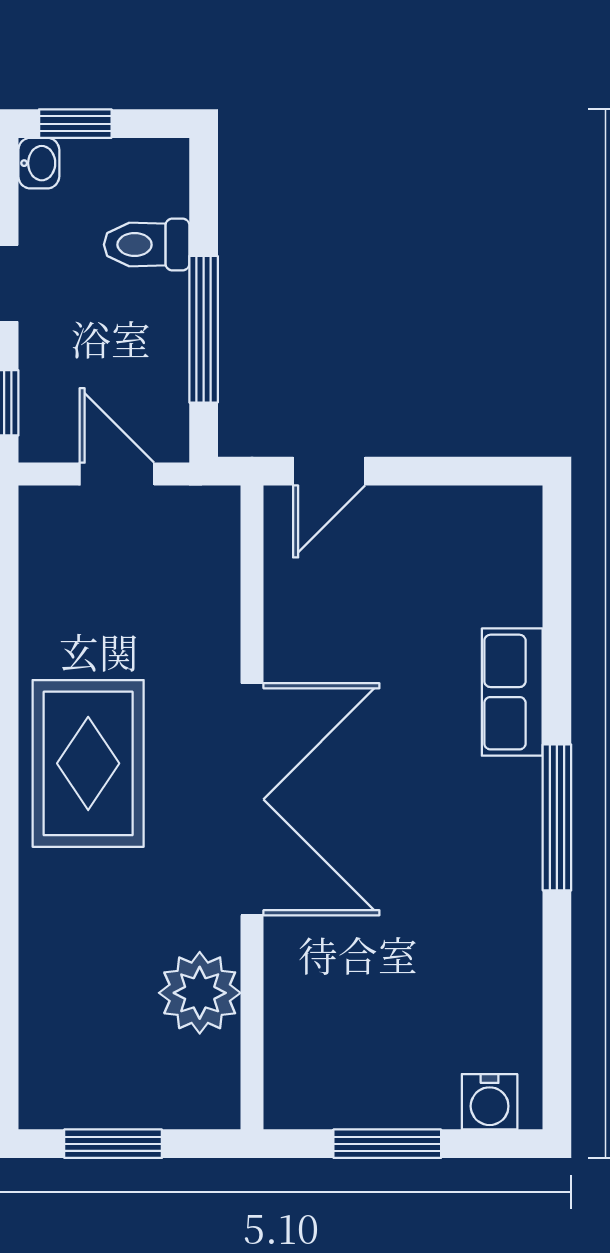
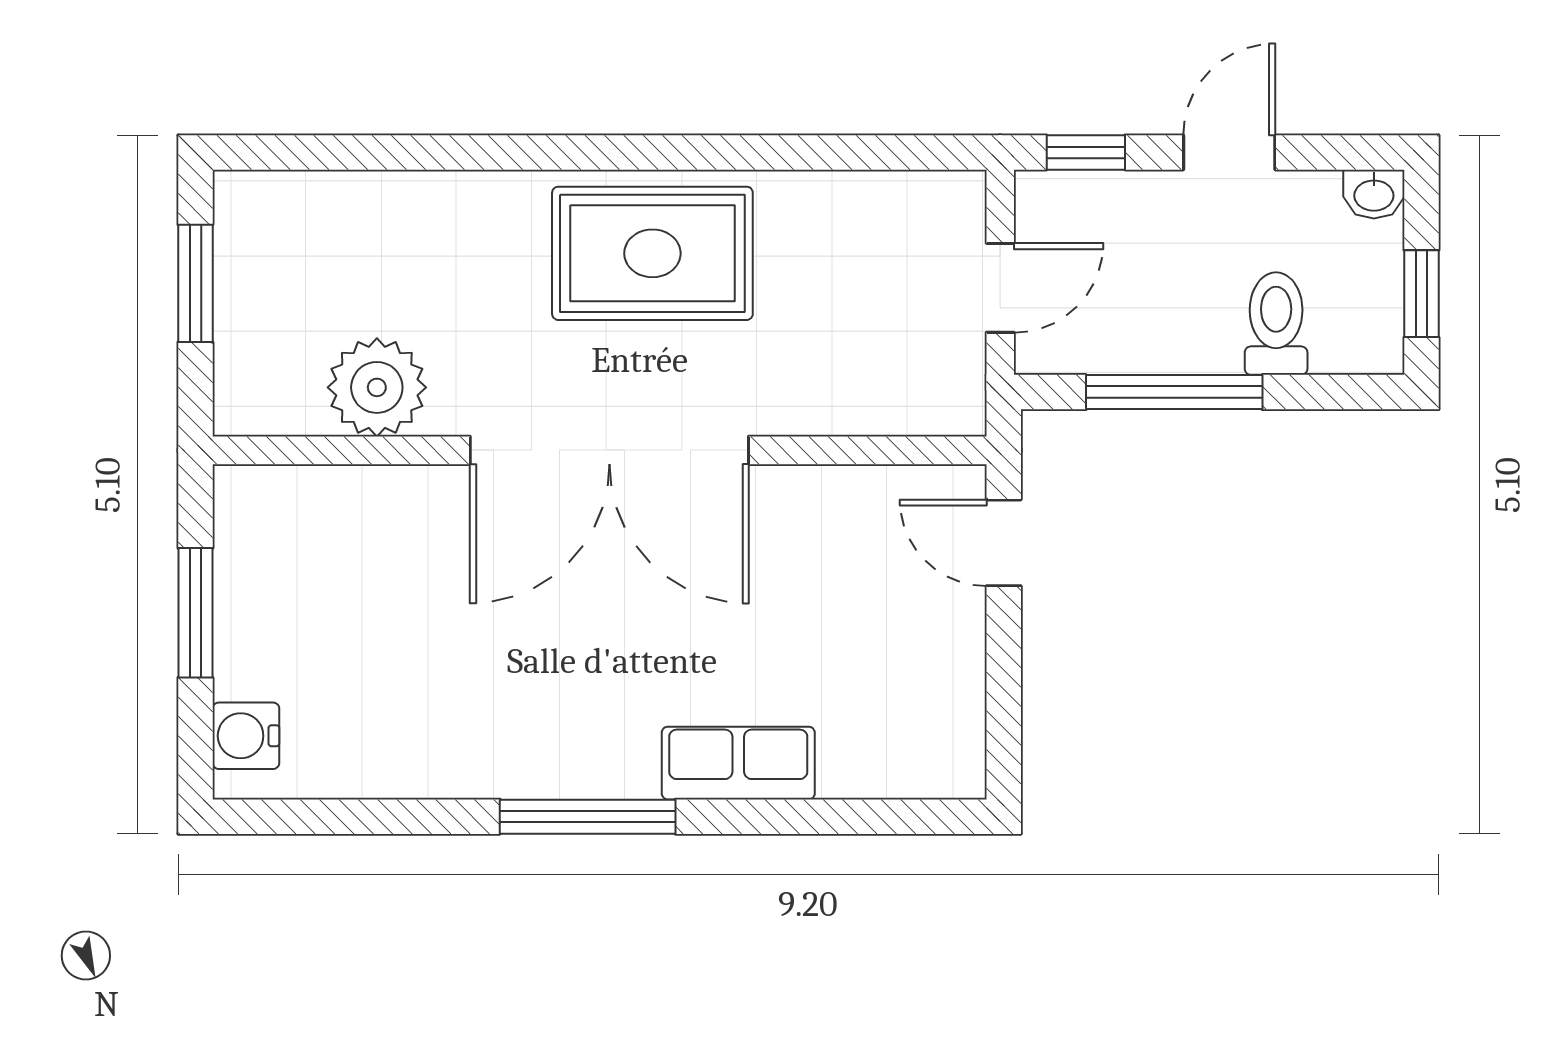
window: (75, 124) -> (1421, 294), moved

